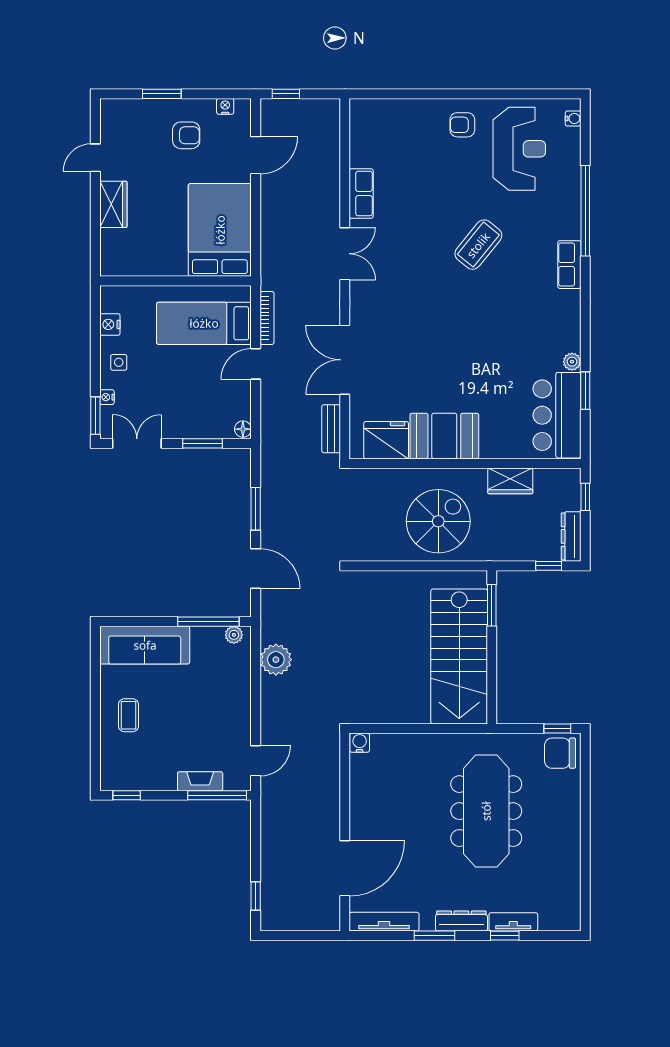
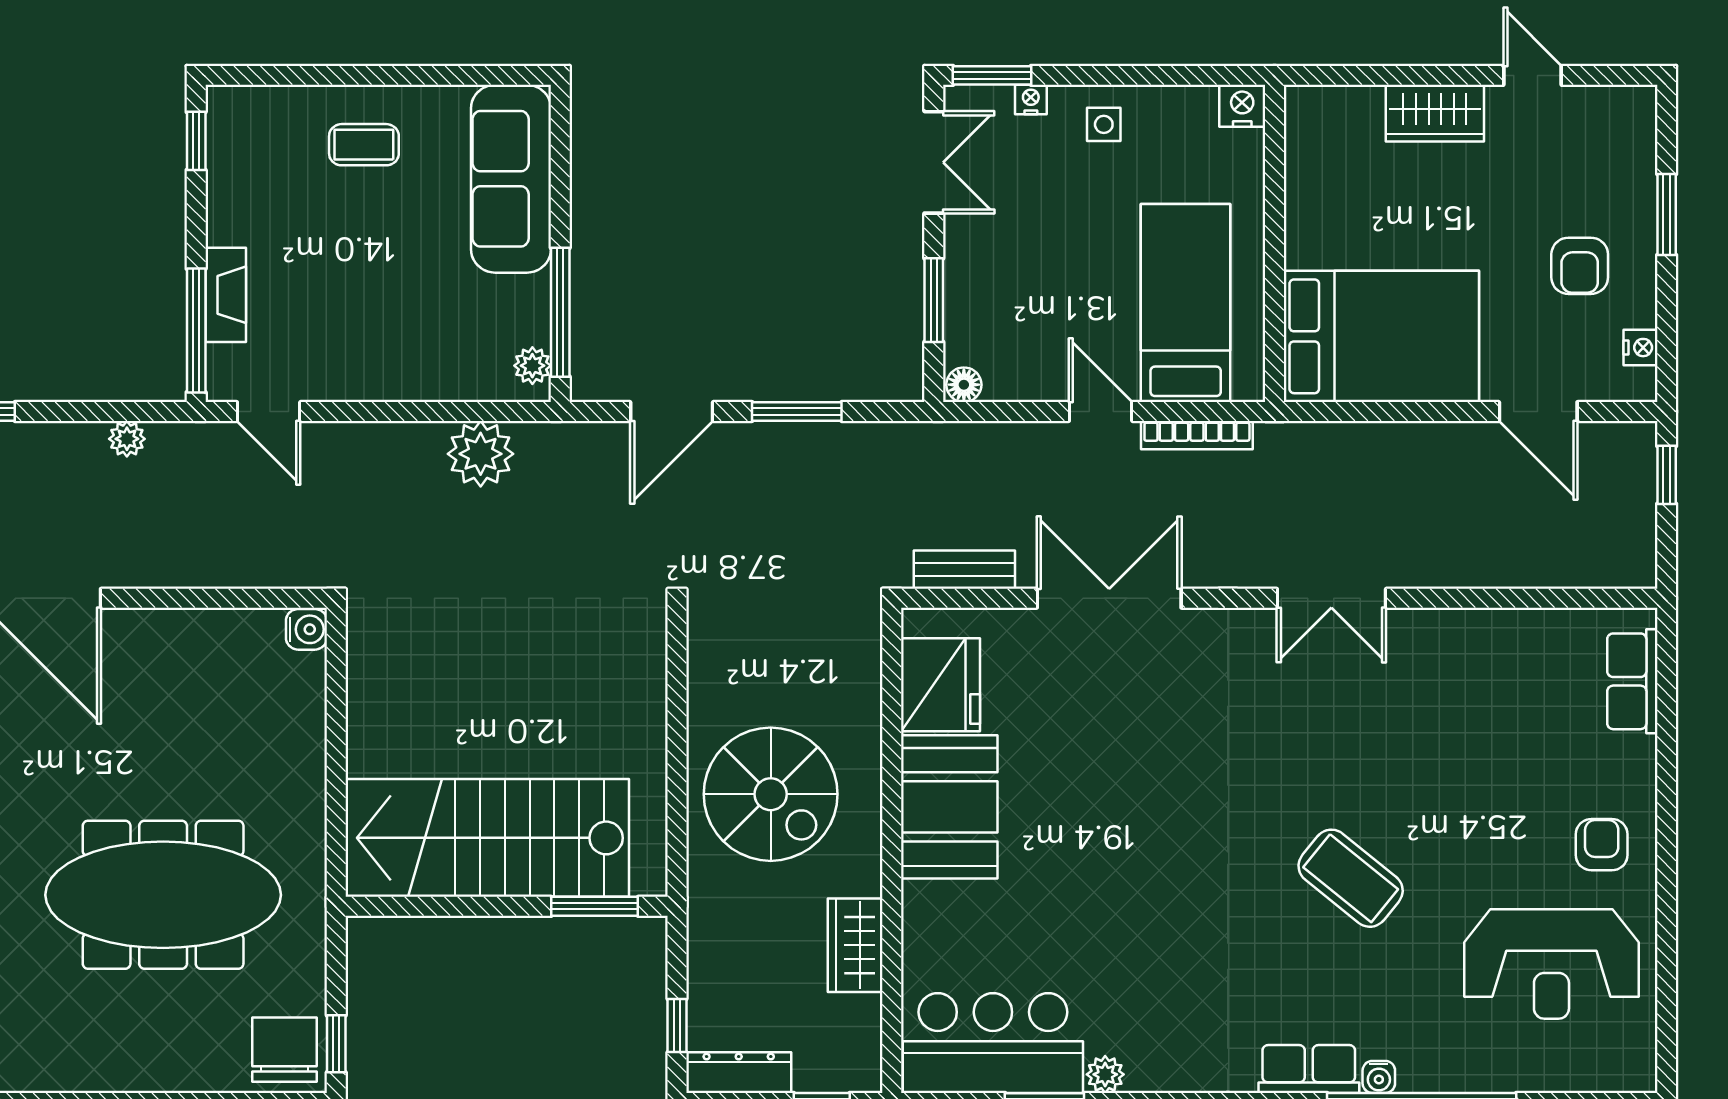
water cooler: (573, 119) -> (1379, 1077), moved
row of seats: (361, 194) -> (1632, 681), moved, turned 90
nightstand: (110, 324) -> (1242, 106), moved
plant: (269, 828) -> (127, 439), added

